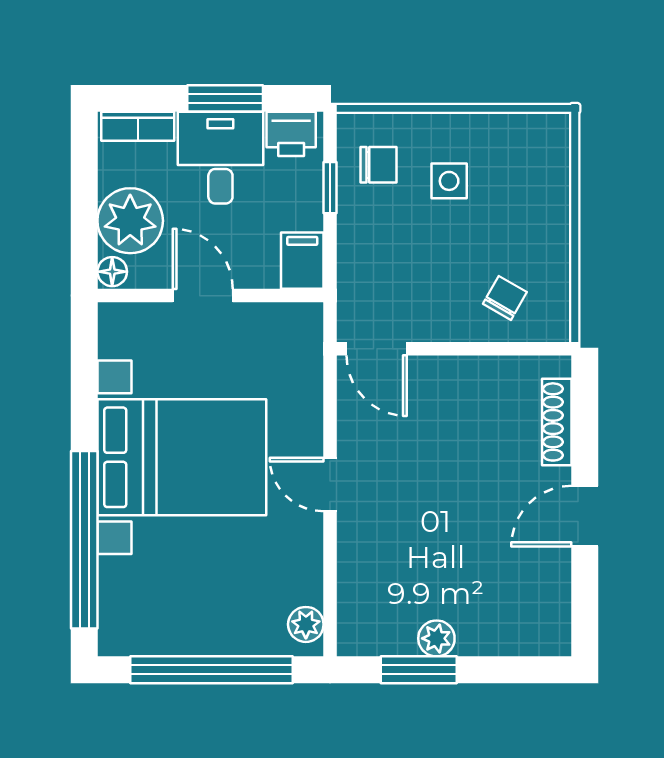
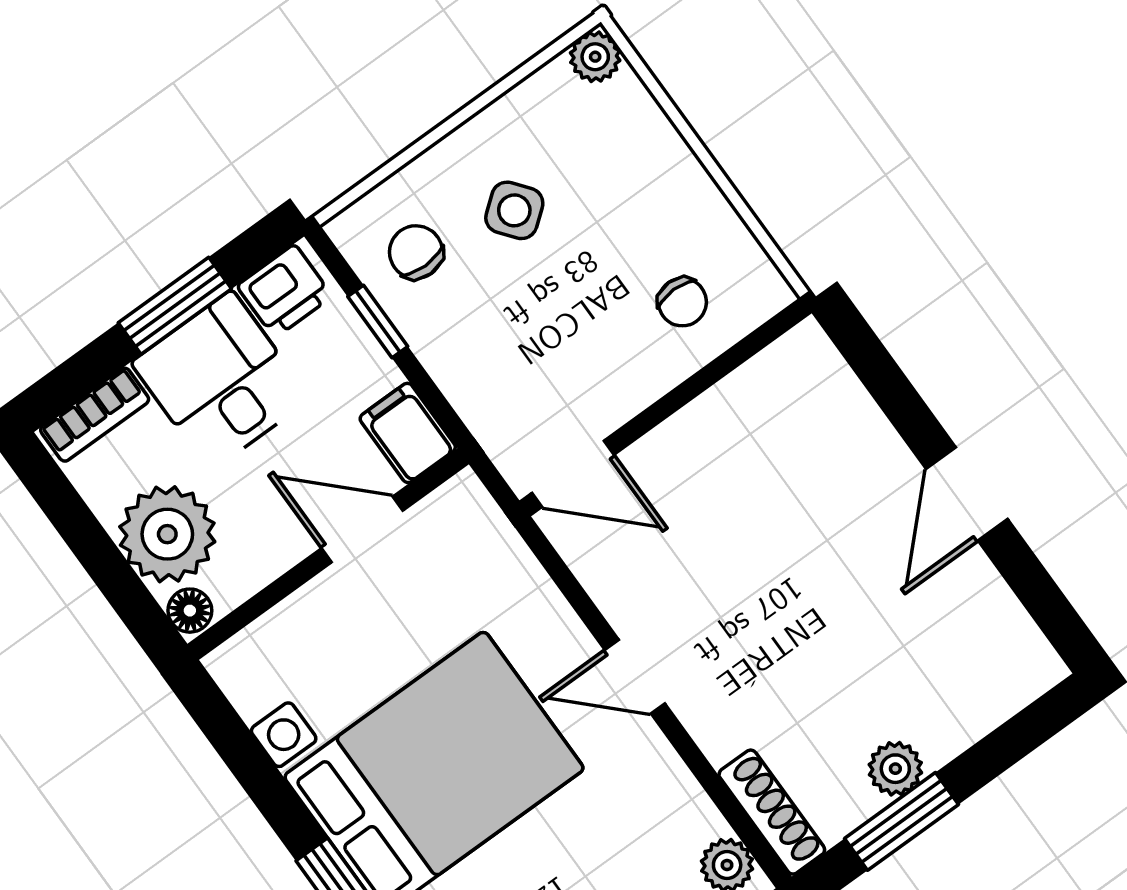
plant: (554, 129) -> (595, 57), added
chair: (379, 165) -> (416, 252), turned -90
side table: (449, 181) -> (514, 210), turned -38
door: (203, 296) -> (362, 529), moved
chair: (505, 298) -> (682, 302), turned 150
shoe rack: (557, 422) -> (772, 812), moved, turned 180

